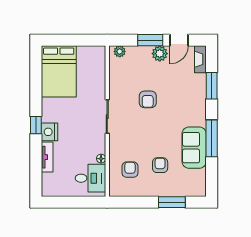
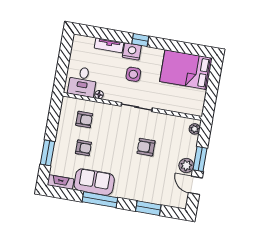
fireplace: (200, 59) -> (61, 182), moved
side table: (73, 126) -> (133, 74), added

